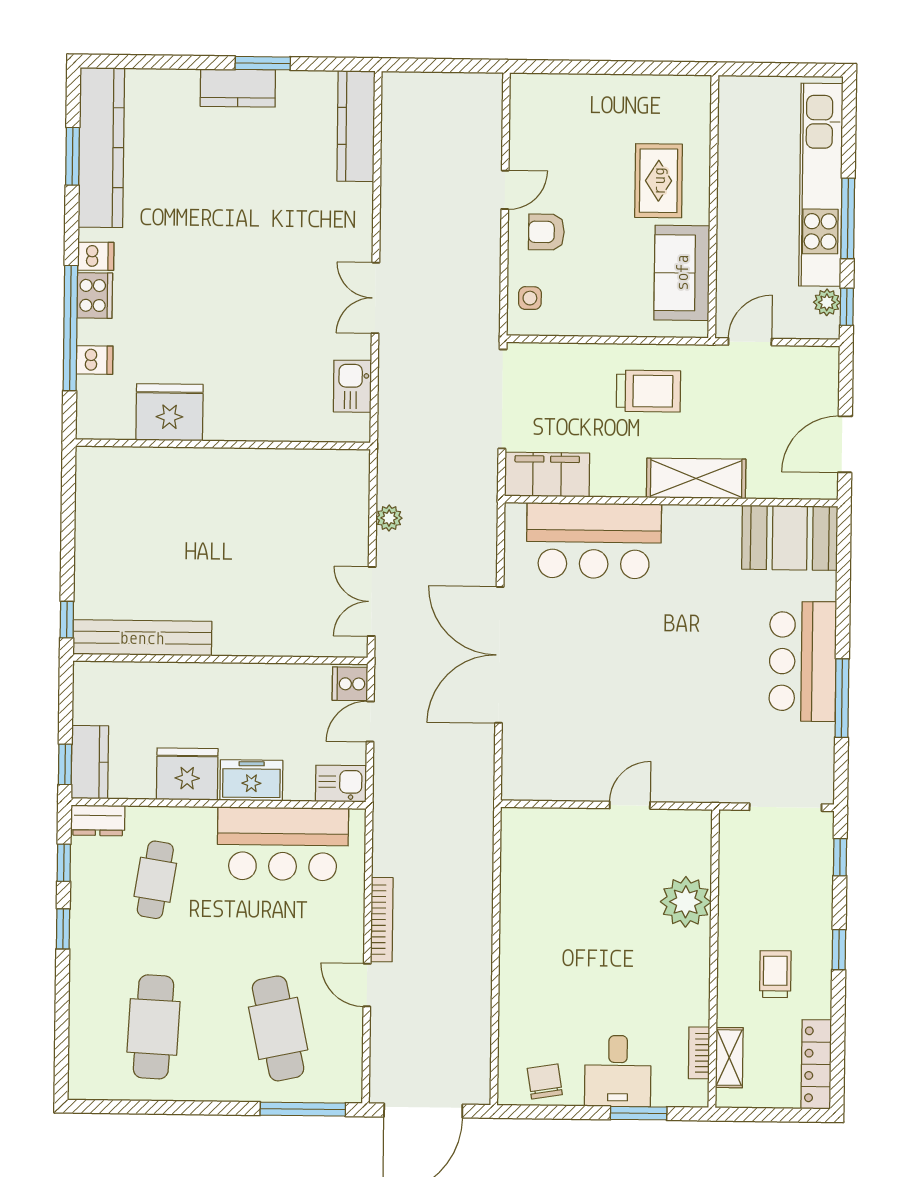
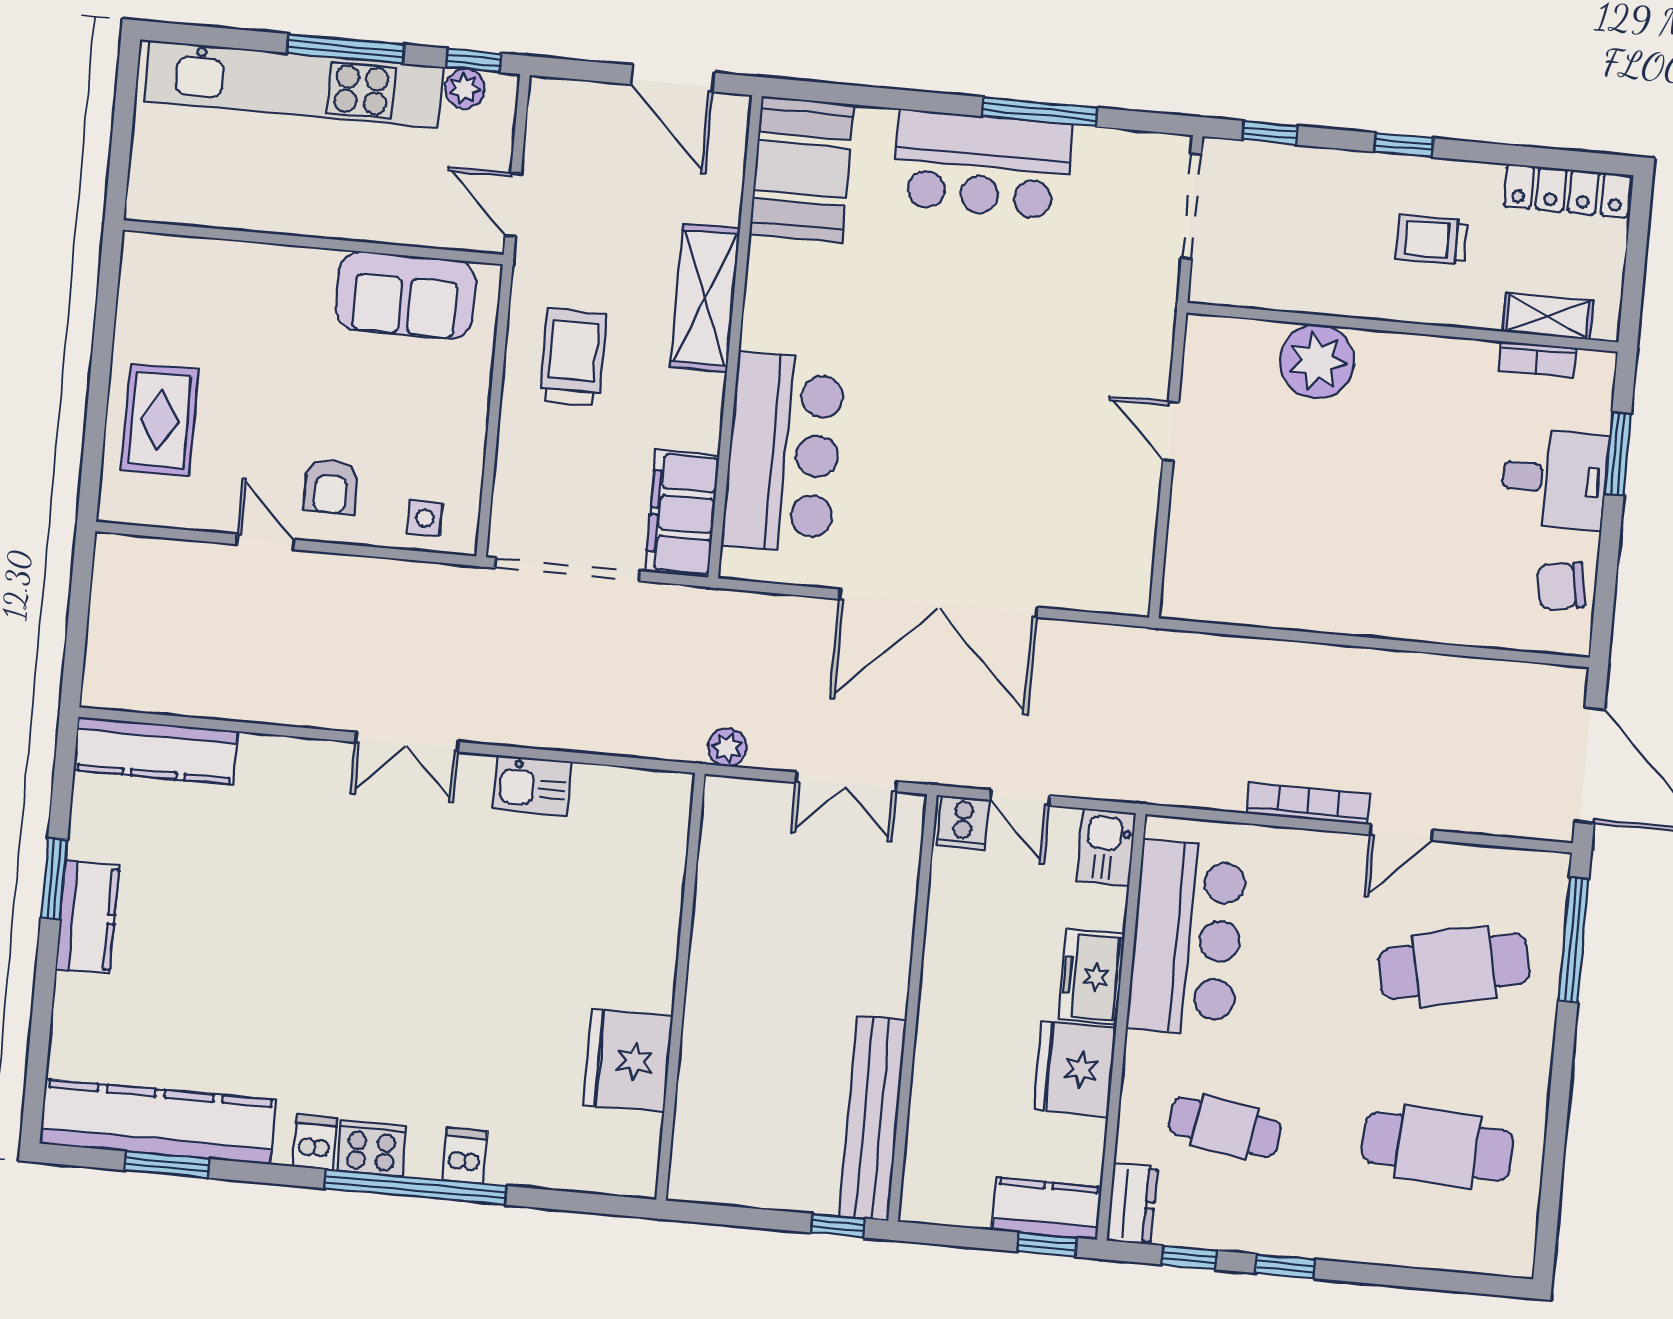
rug: (659, 181) -> (160, 420), moved, turned 90
fridge: (169, 412) -> (628, 1060), moved
wall: (223, 444) -> (680, 987), moved

